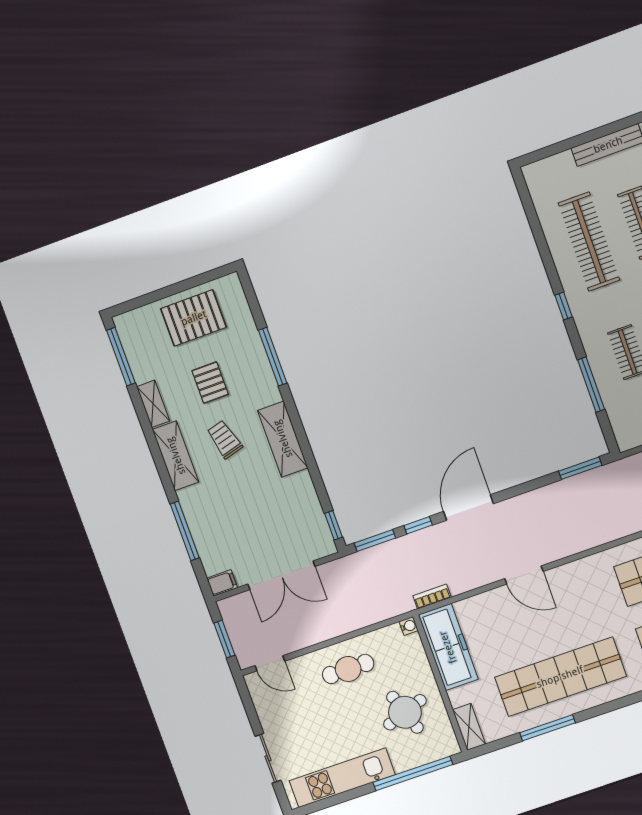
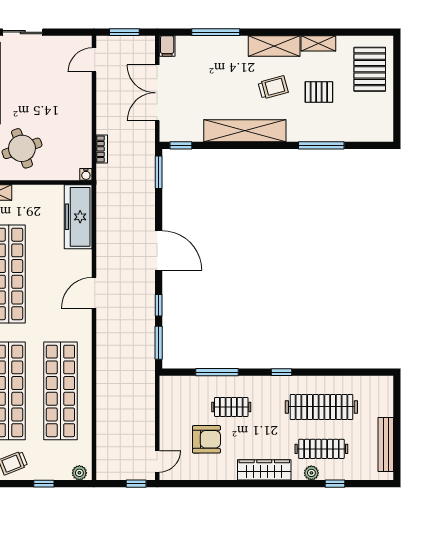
pallet: (194, 318) -> (370, 69), moved
window: (121, 357) -> (362, 32), removed
shelving: (283, 439) -> (245, 131), width x1.47
window: (418, 525) -> (159, 305), moved
door: (524, 575) -> (94, 293), moved
bookcase: (432, 597) -> (102, 149), moved
freezer: (448, 647) -> (78, 217), moved, turned 90
cafe table: (348, 669) -> (69, 117), removed

